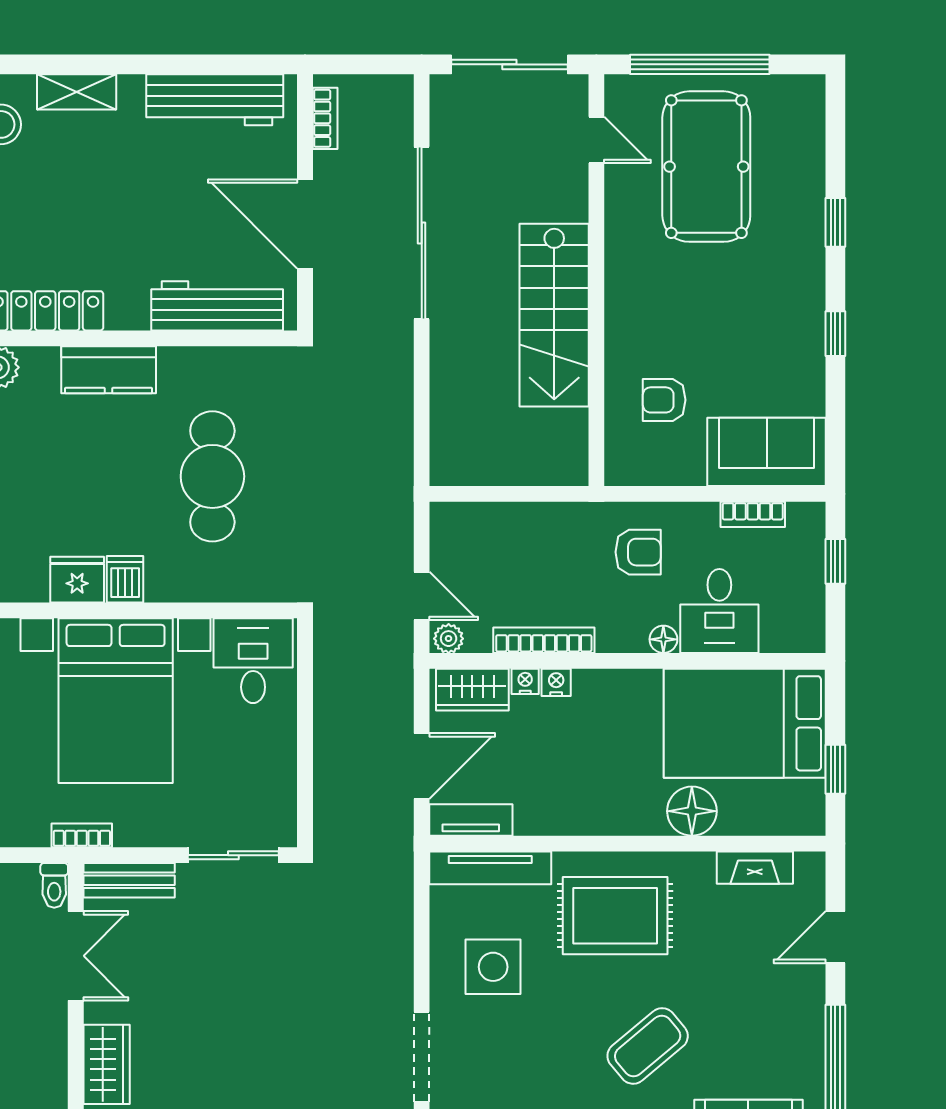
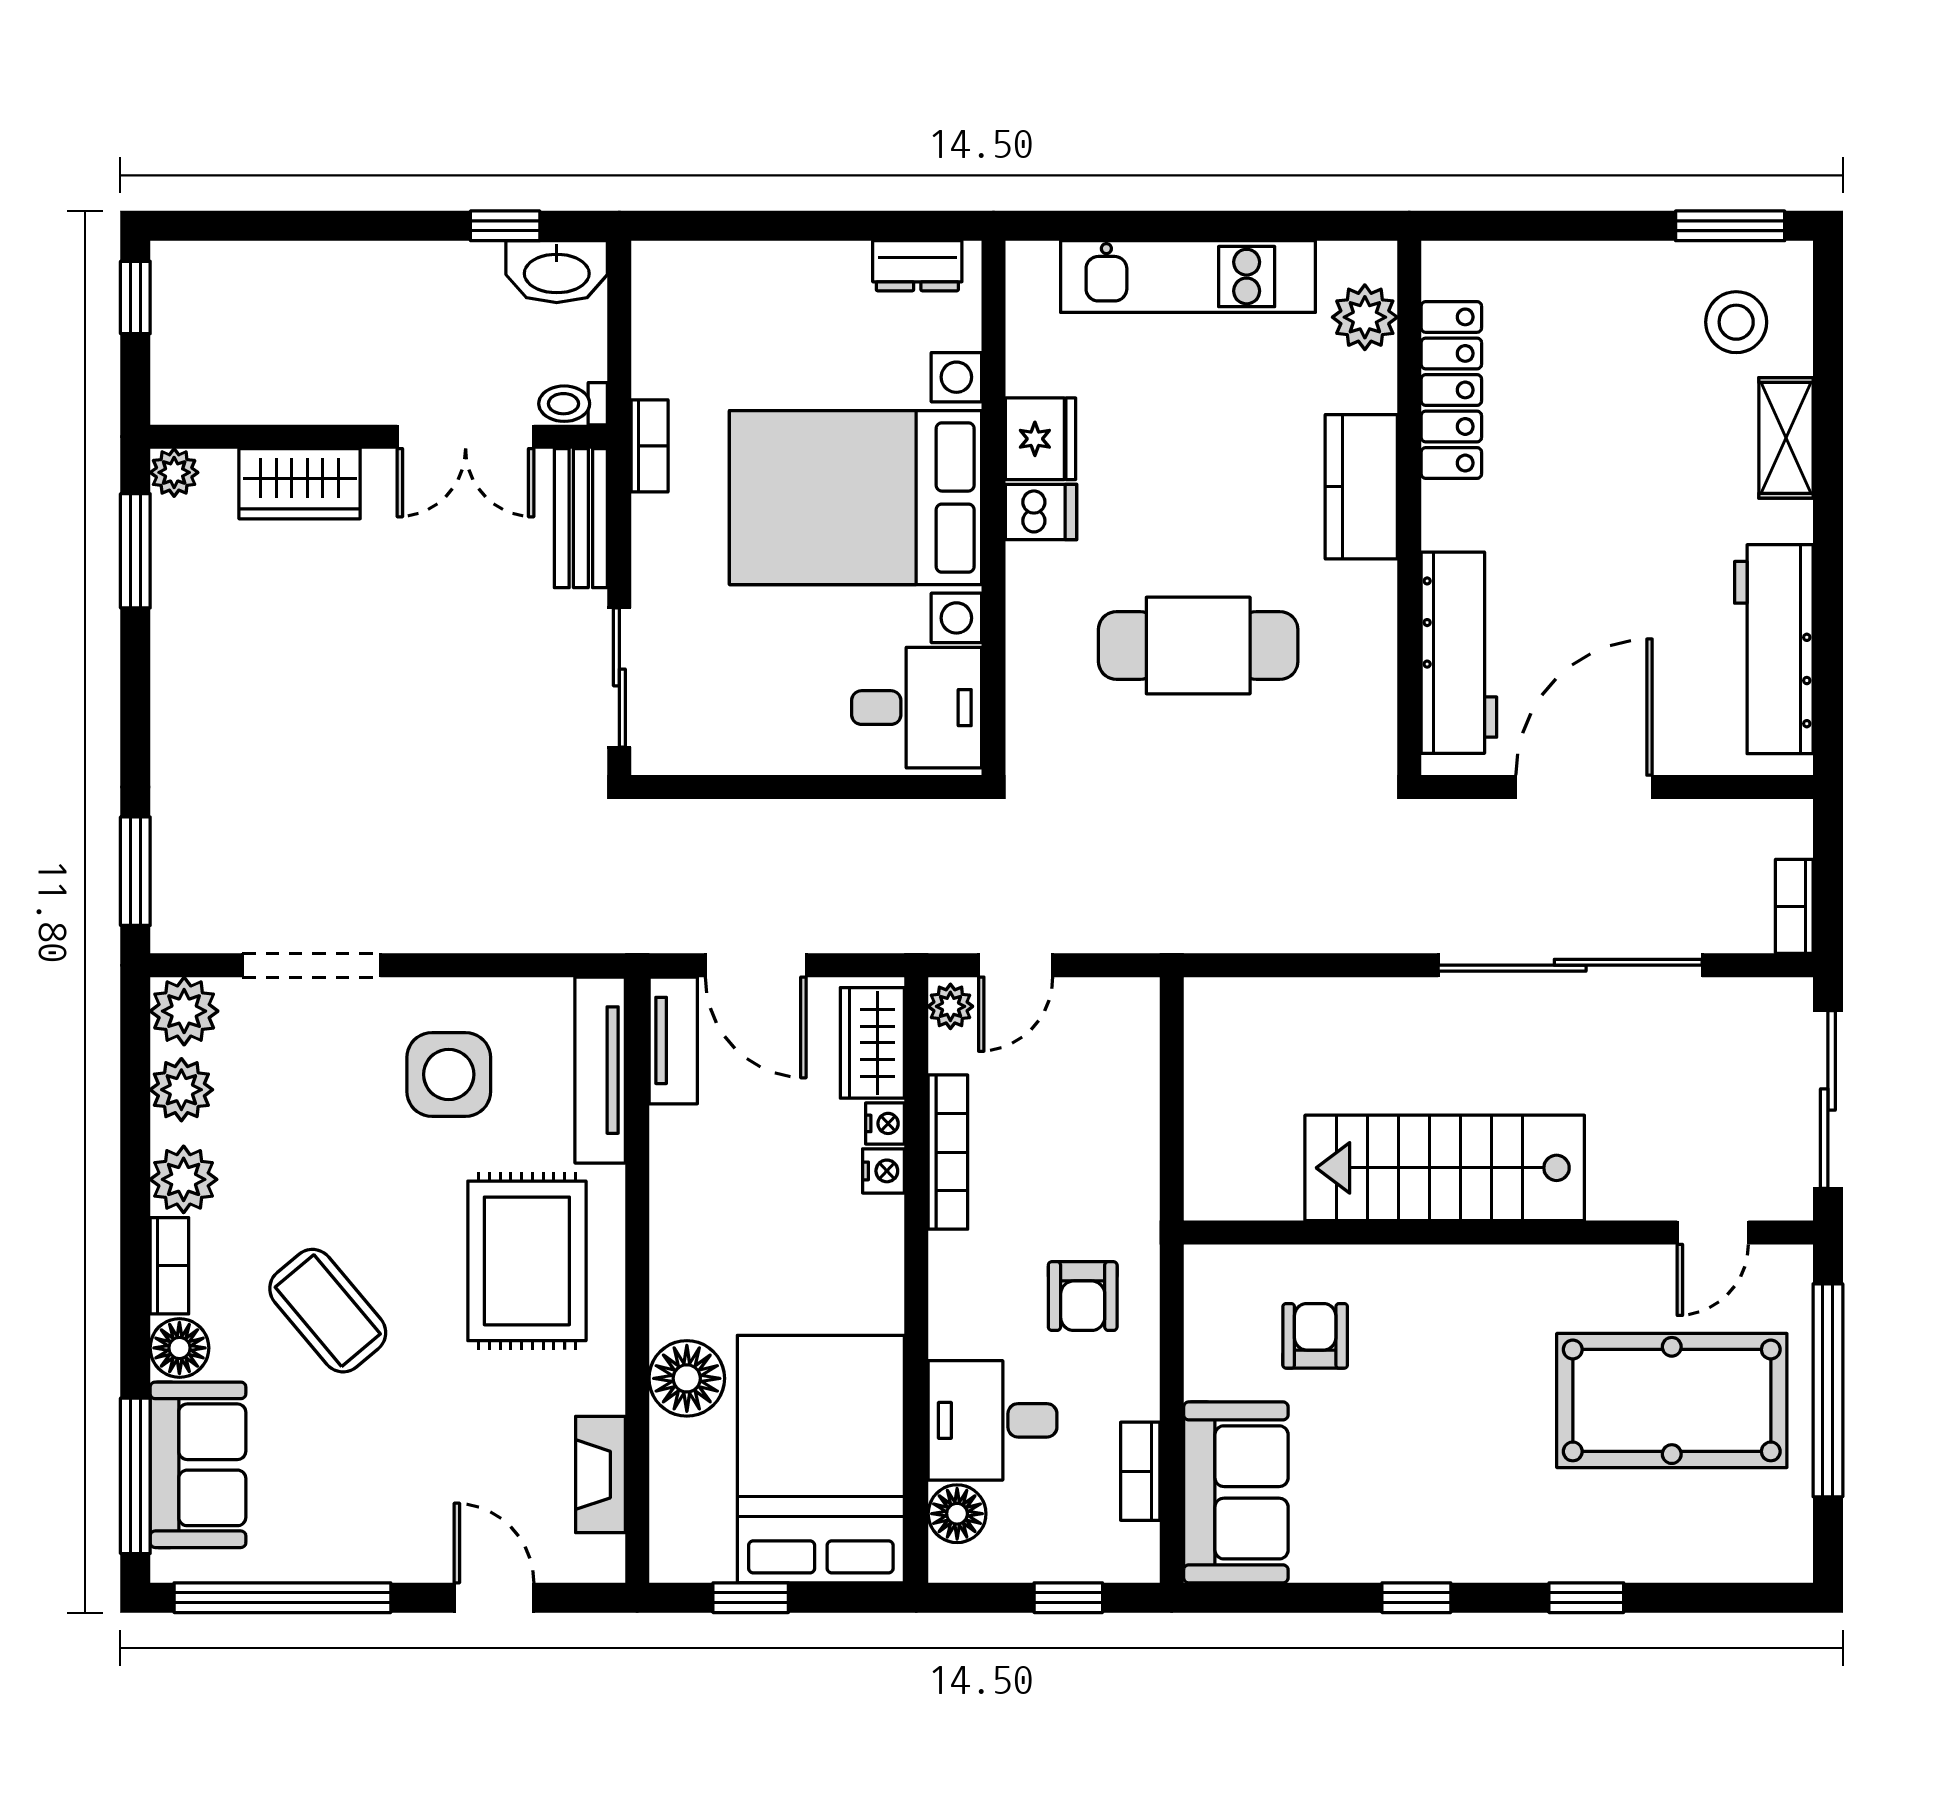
bookcase: (325, 118) -> (1794, 906), moved, turned 90
floor lamp: (663, 639) -> (957, 1514), moved, width x1.37, depth x1.37

